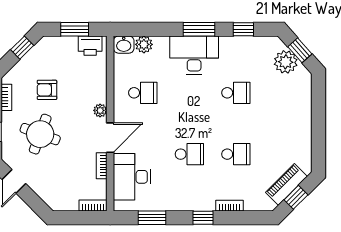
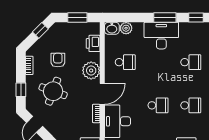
printer: (90, 46) -> (93, 43), moved, turned 90
armchair: (47, 90) -> (58, 60), turned 90
plant: (100, 110) -> (91, 70), width x1.87, depth x1.87

